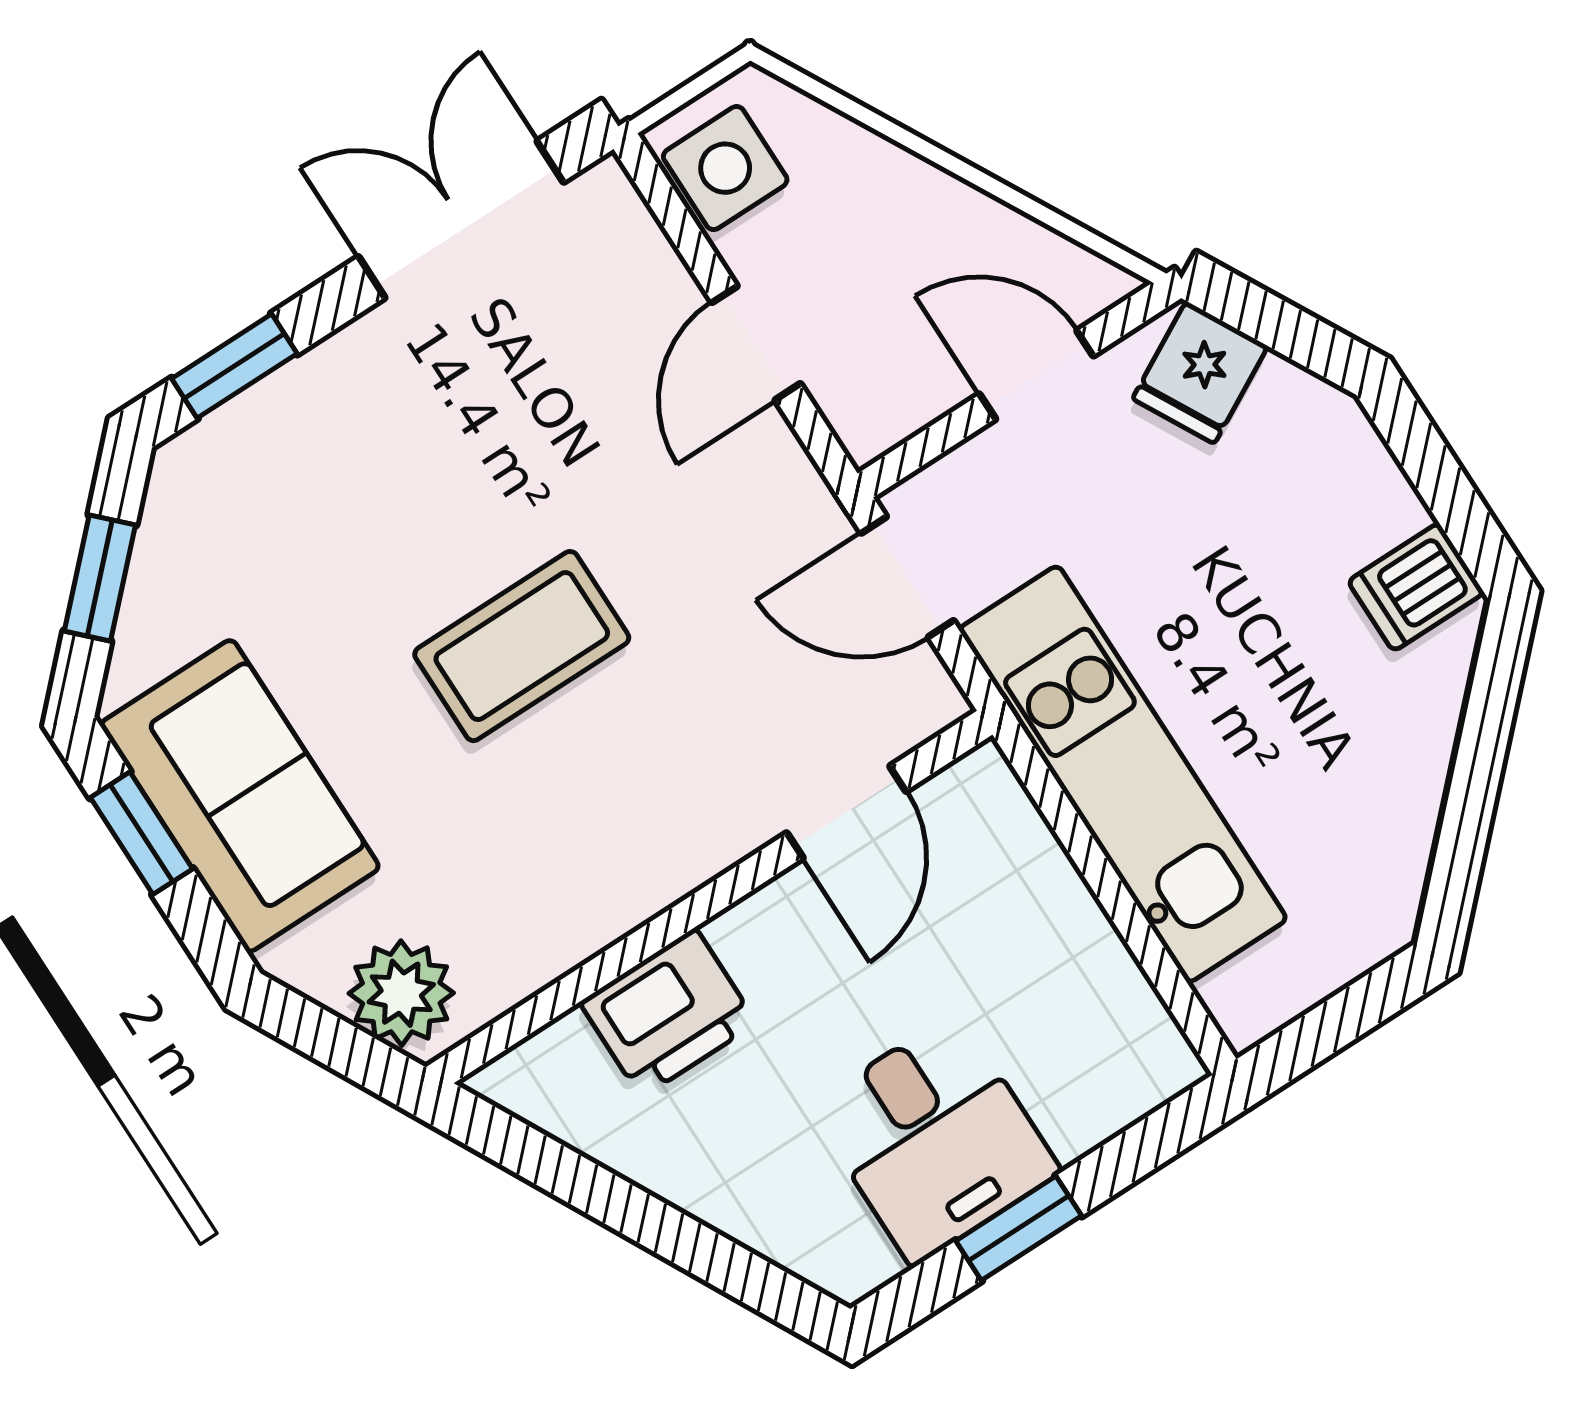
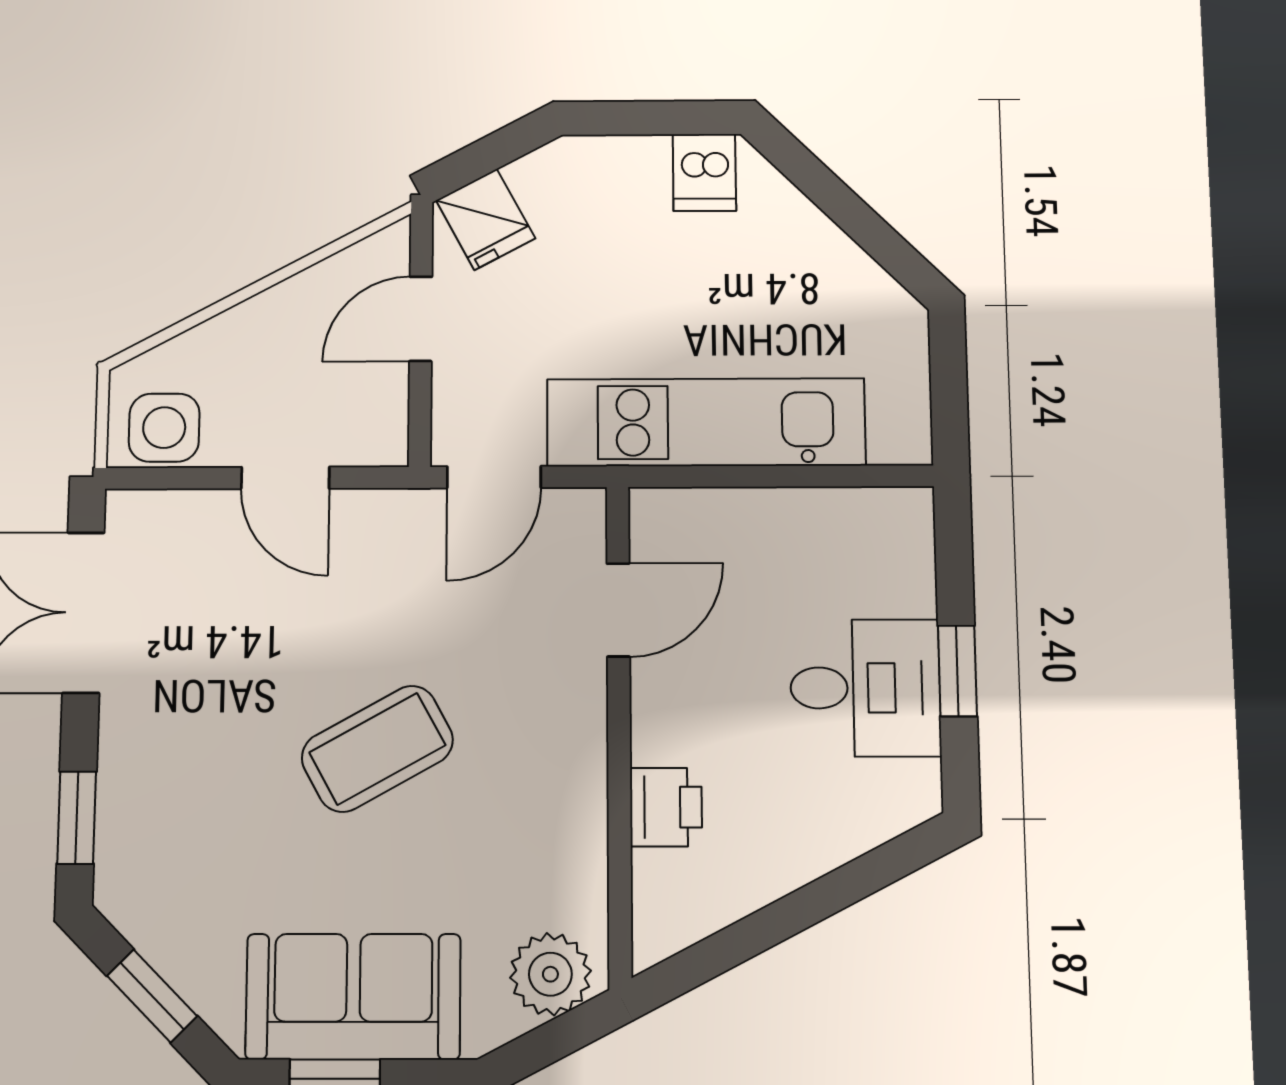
coffee table: (522, 646) -> (377, 749), turned 61
door: (846, 812) -> (618, 610), hinge flipped
printer: (668, 1013) -> (666, 807), width x0.73, depth x0.81

